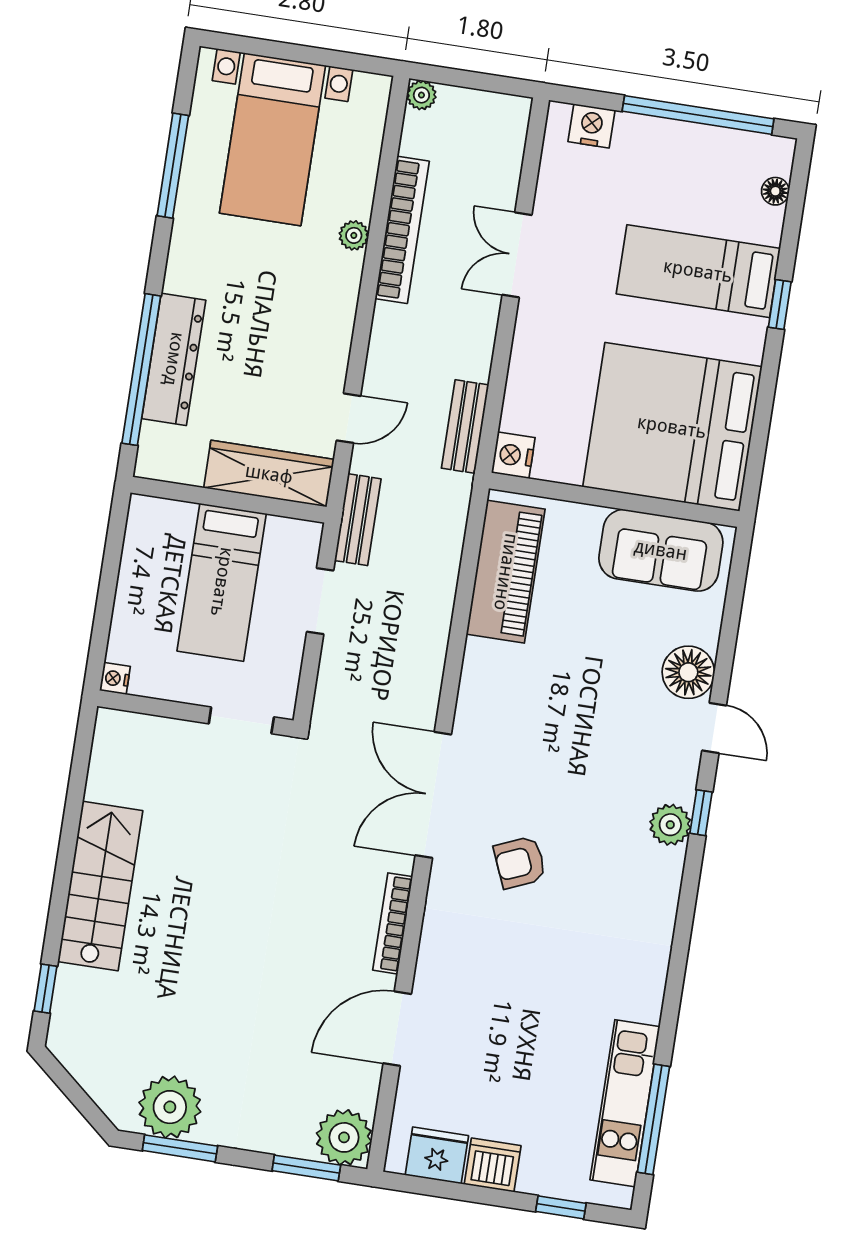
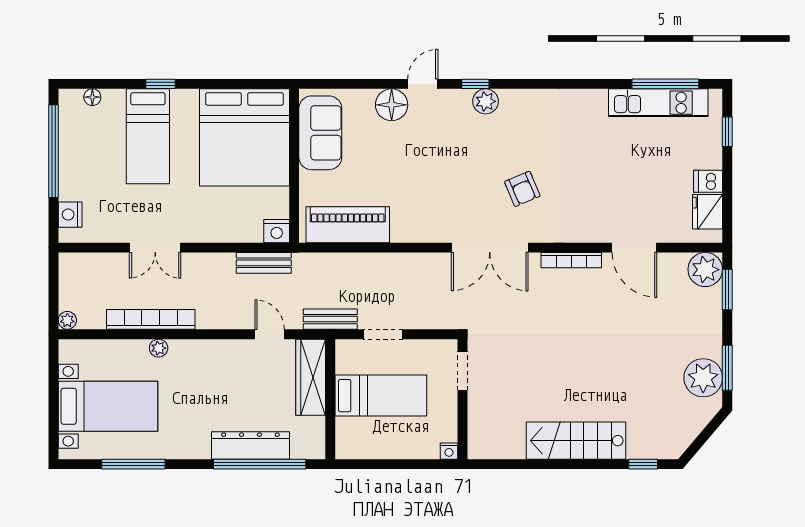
dishwasher: (493, 1165) -> (708, 181), width x0.73

